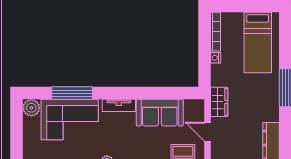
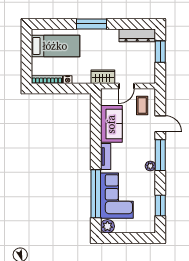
window: (72, 93) -> (96, 194), width x1.46

